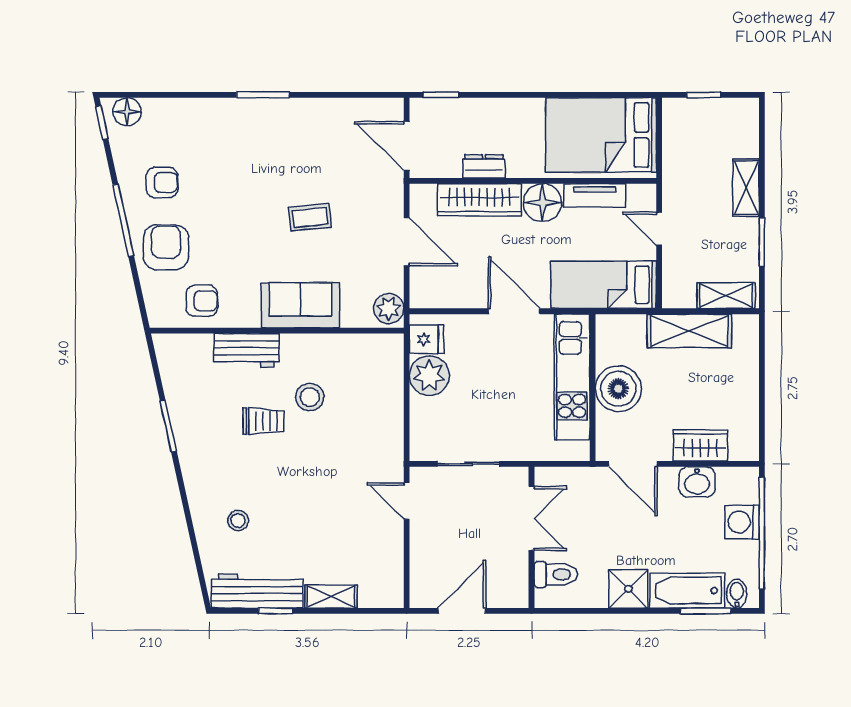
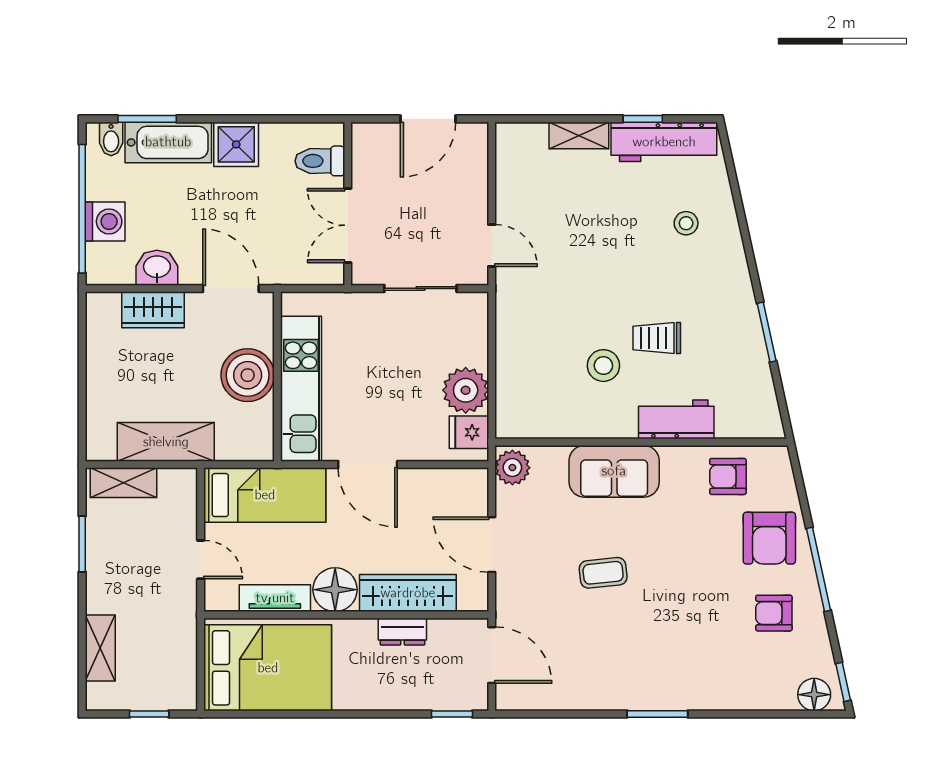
shelving: (746, 188) -> (100, 648), moved

